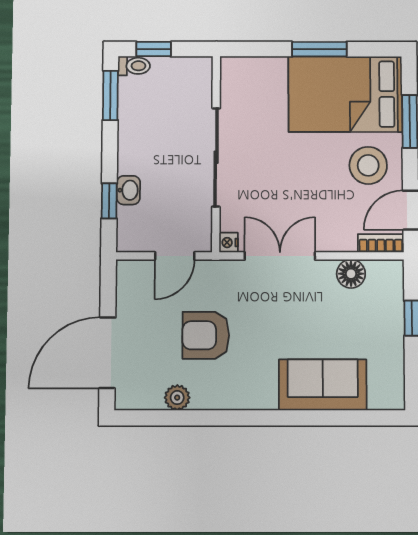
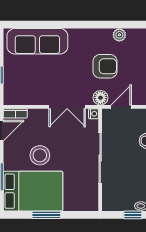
stool: (368, 165) -> (40, 155), moved
floor lamp: (351, 274) -> (100, 98), moved
sofa: (323, 385) -> (37, 41), width x1.36

